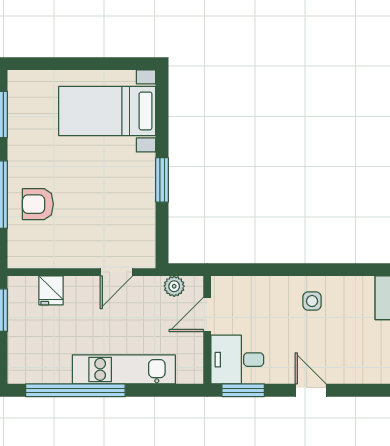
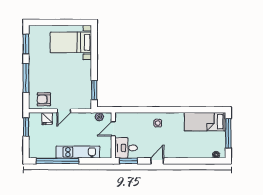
window: (162, 180) -> (94, 90), moved
armchair: (38, 204) -> (44, 99), moved
door: (116, 272) -> (64, 111), moved
door: (311, 390) -> (157, 161), hinge flipped

